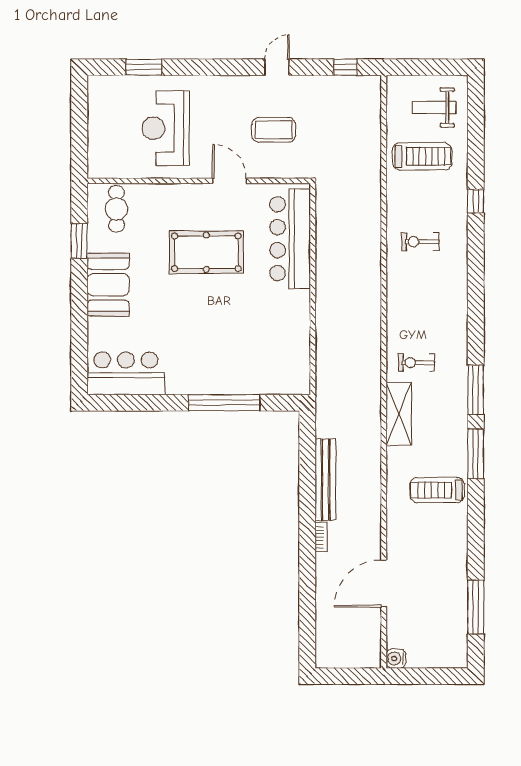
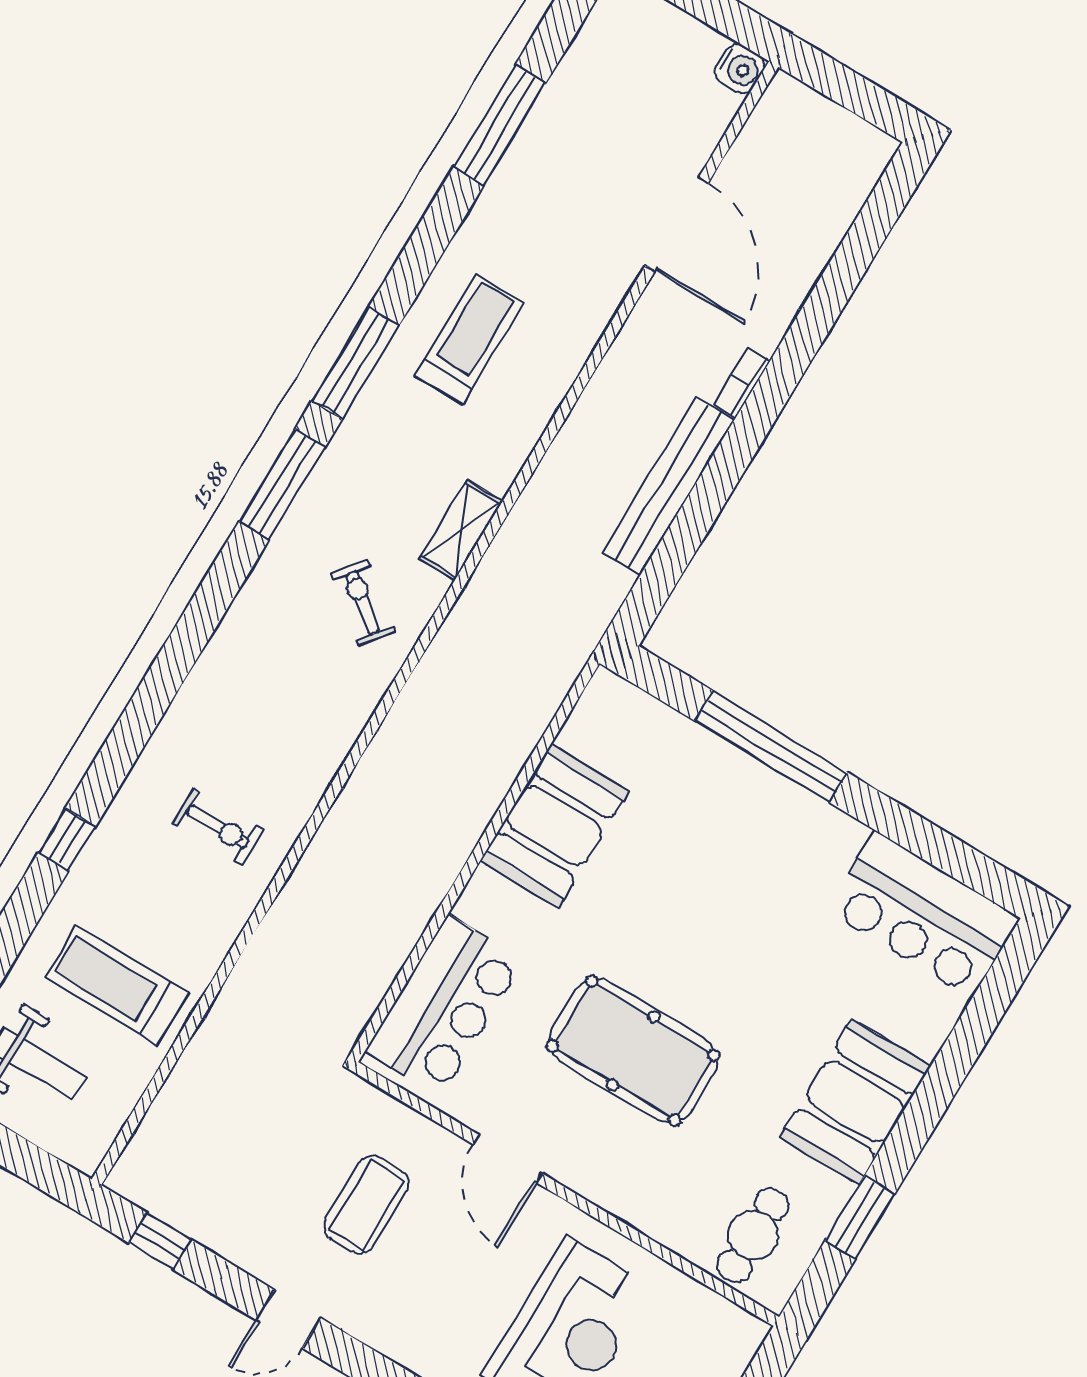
coffee table: (274, 130) -> (367, 1205), turned 90
bar counter: (290, 239) -> (444, 1006), width x0.73
booth: (290, 321) -> (555, 826), added
exercise bike: (417, 363) -> (363, 603), turned -142
shelving: (399, 414) -> (461, 530), width x0.67, depth x0.75
treadmill: (437, 490) -> (469, 339), turned -90
door: (384, 583) -> (677, 224), hinge flipped
window: (476, 607) -> (500, 125), moved

